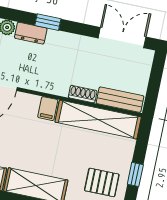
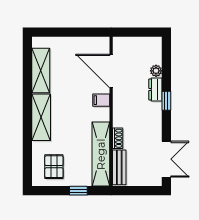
filing cabinet: (48, 109) -> (101, 100), moved
window: (135, 174) -> (78, 191), moved

